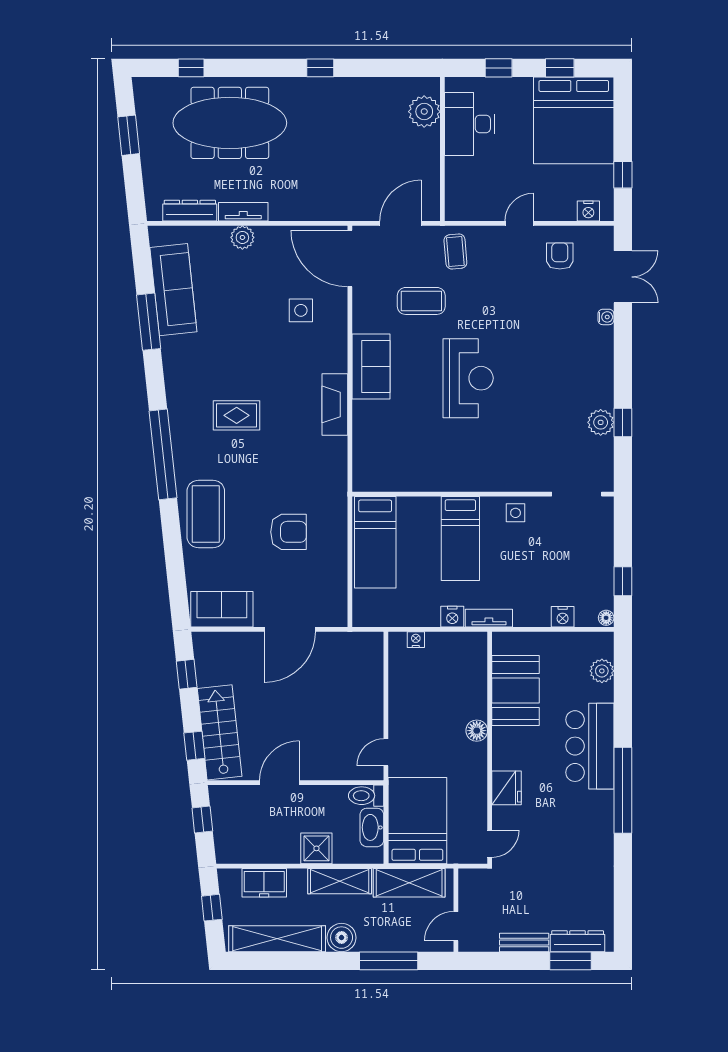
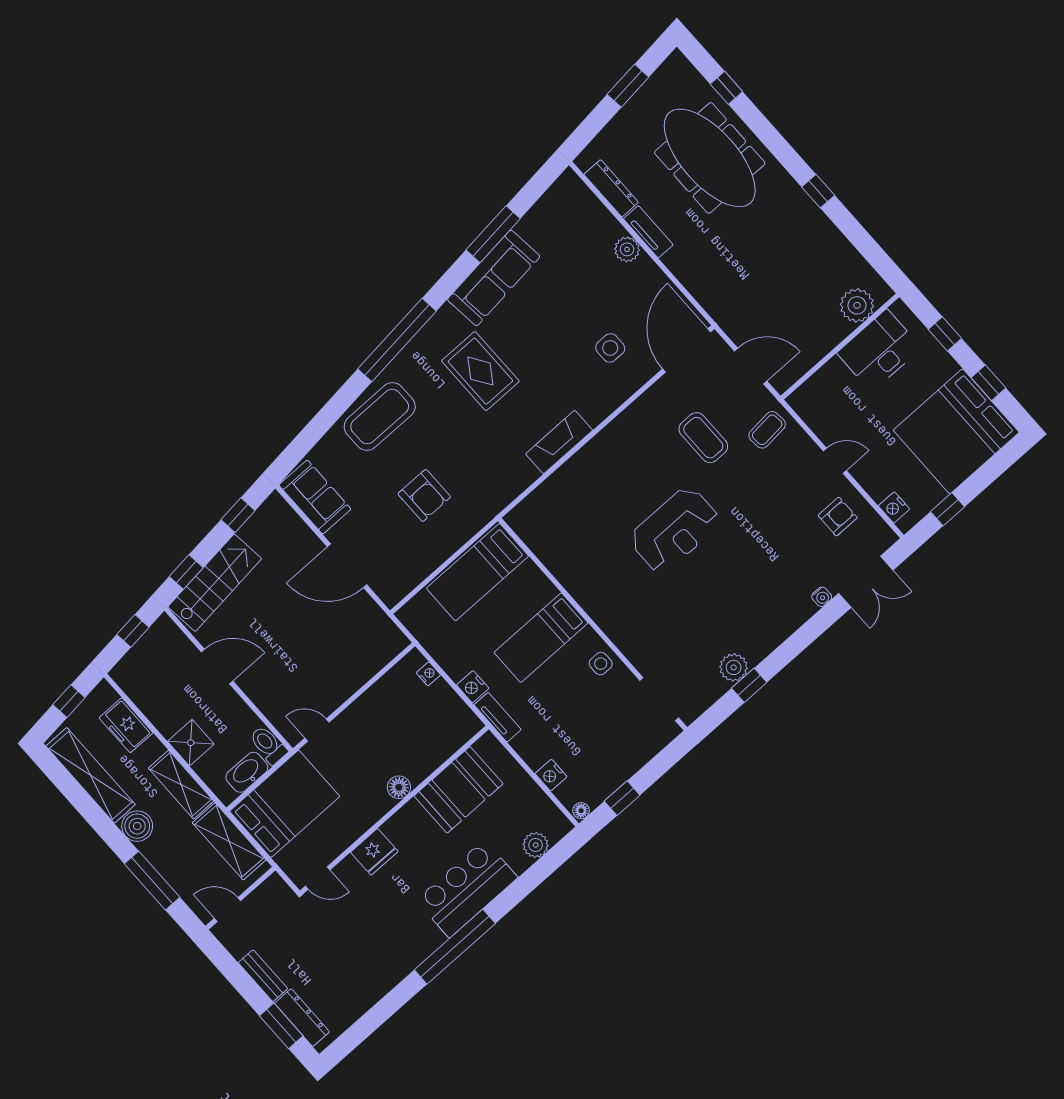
sofa: (173, 290) -> (494, 278), moved
sofa: (371, 367) -> (615, 444), removed
rug: (237, 415) -> (480, 371), width x1.36, depth x1.43

